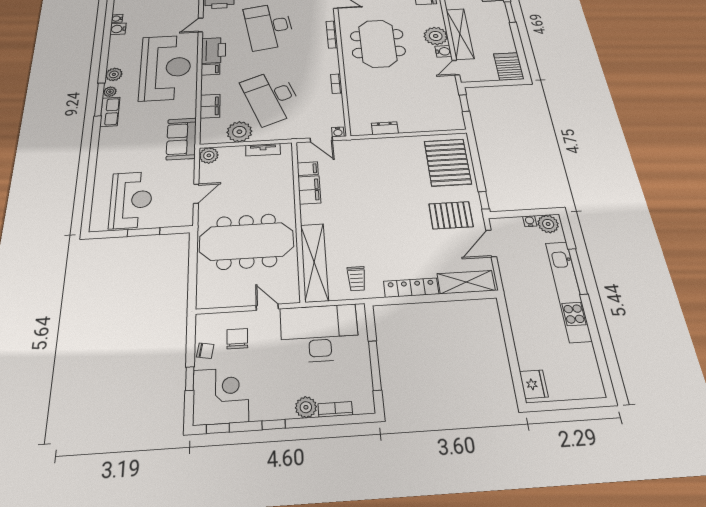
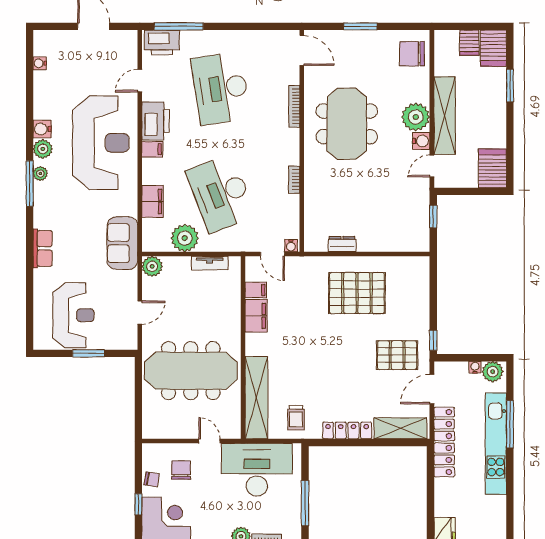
water cooler: (118, 29) -> (42, 129), moved
row of seats: (110, 112) -> (43, 248), moved
pallet: (448, 162) -> (357, 293), moved, turned 90
locker: (514, 293) -> (444, 442), added

